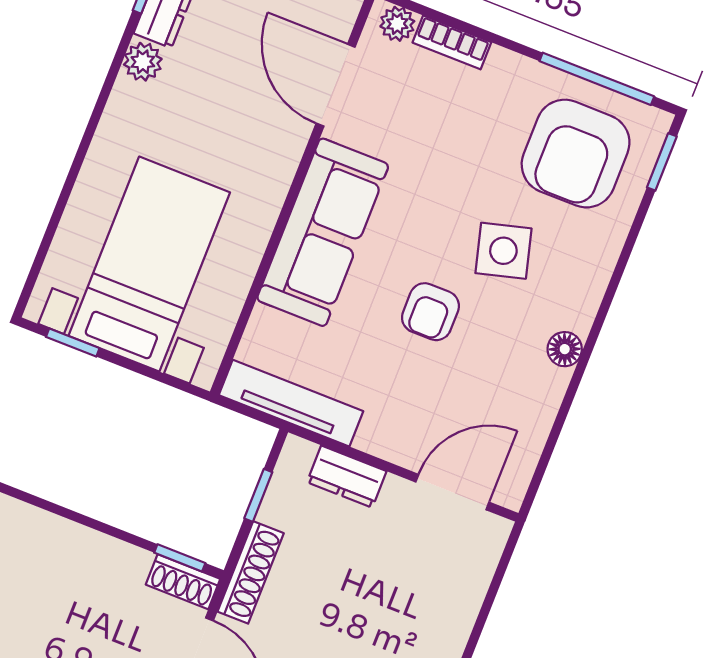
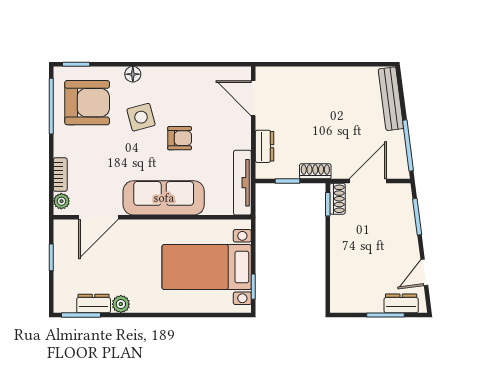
floor lamp: (565, 349) -> (133, 74), moved
shoe rack: (251, 572) -> (315, 171), width x0.70

